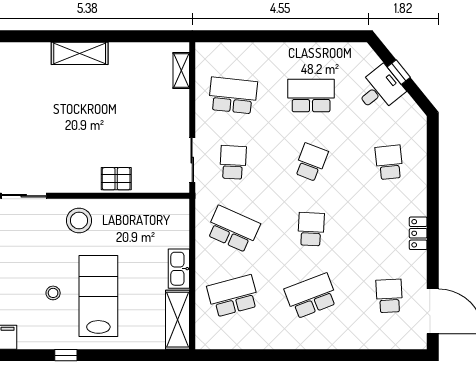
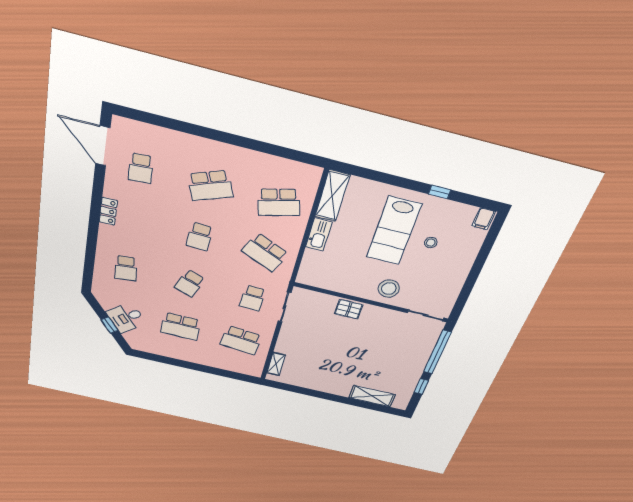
shelving: (80, 53) -> (372, 396), moved

